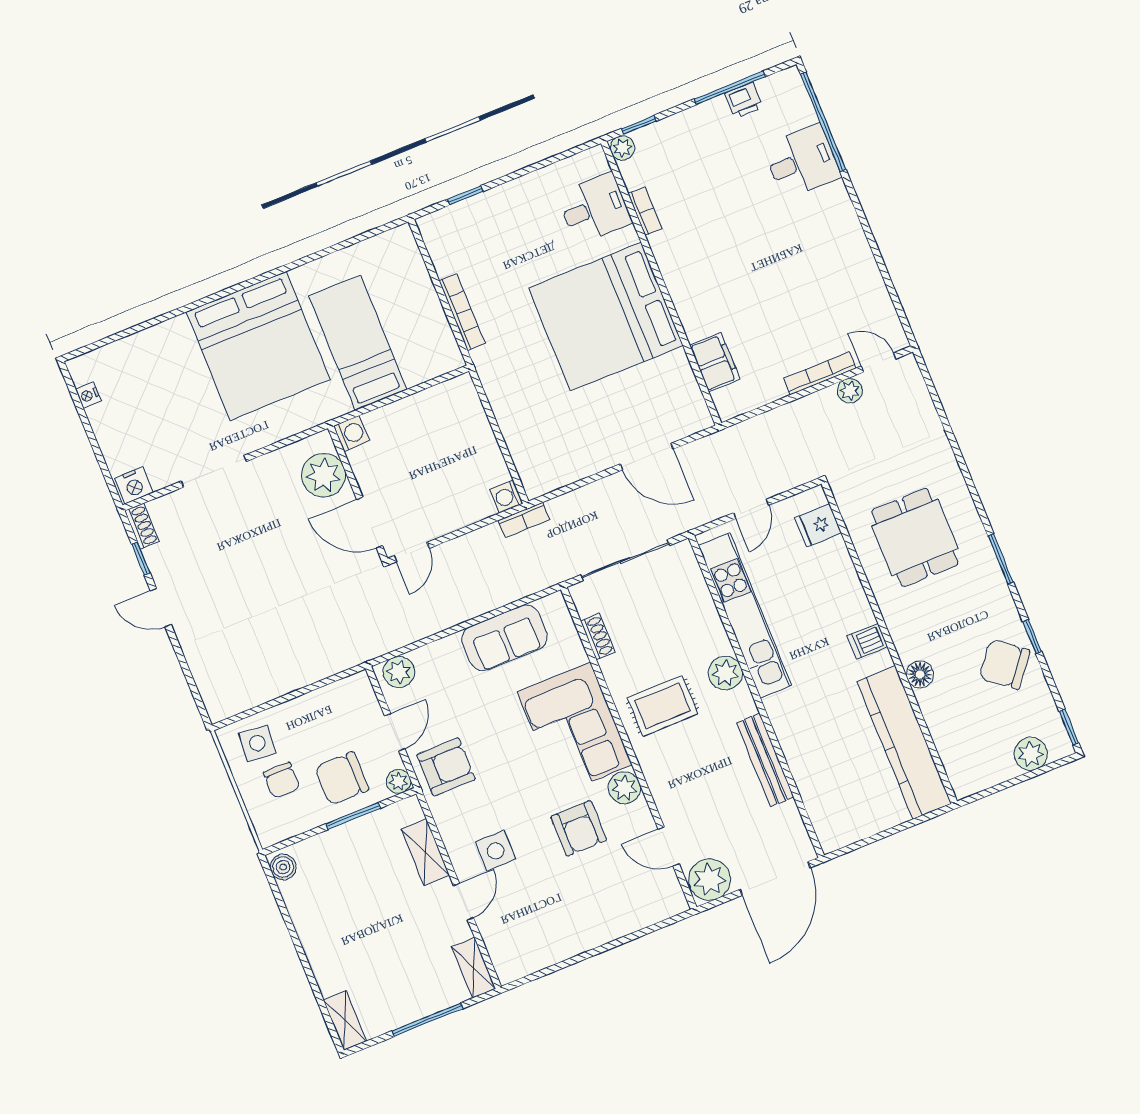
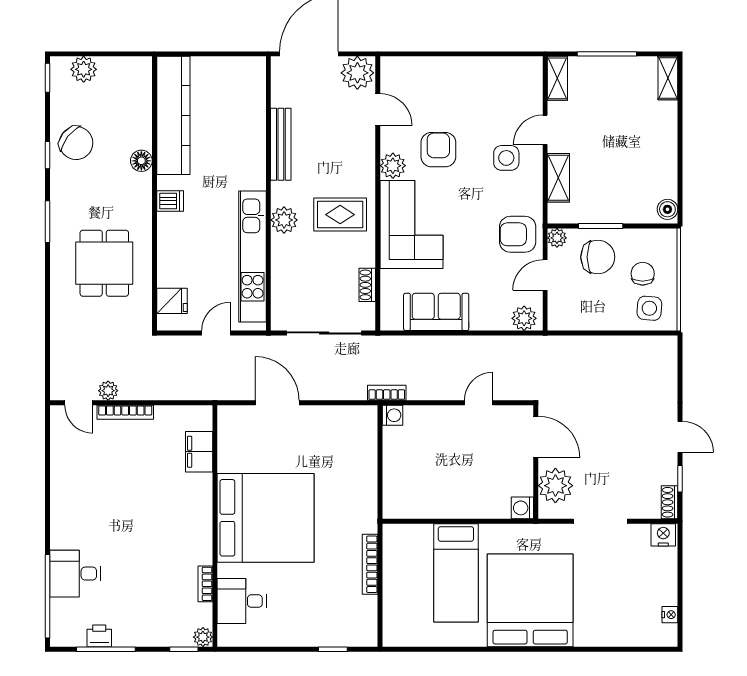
washing machine: (352, 433) -> (522, 508), moved
plant: (324, 475) -> (555, 486), moved
wall: (358, 493) -> (536, 462), moved
door: (370, 523) -> (536, 437), moved

